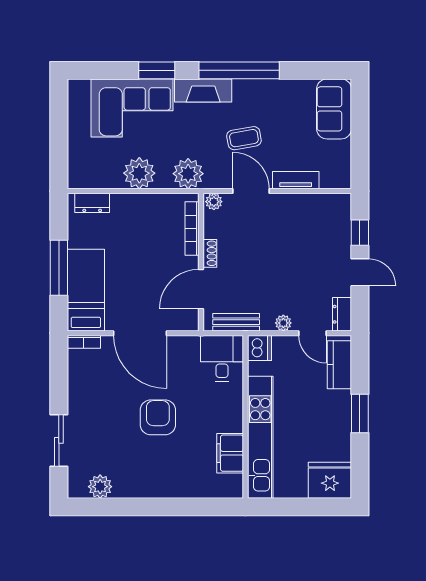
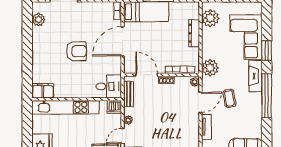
plant: (139, 173) -> (210, 18), moved
dresser: (92, 203) -> (194, 33), moved, width x1.44
filing cabinet: (230, 453) -> (43, 91), moved

